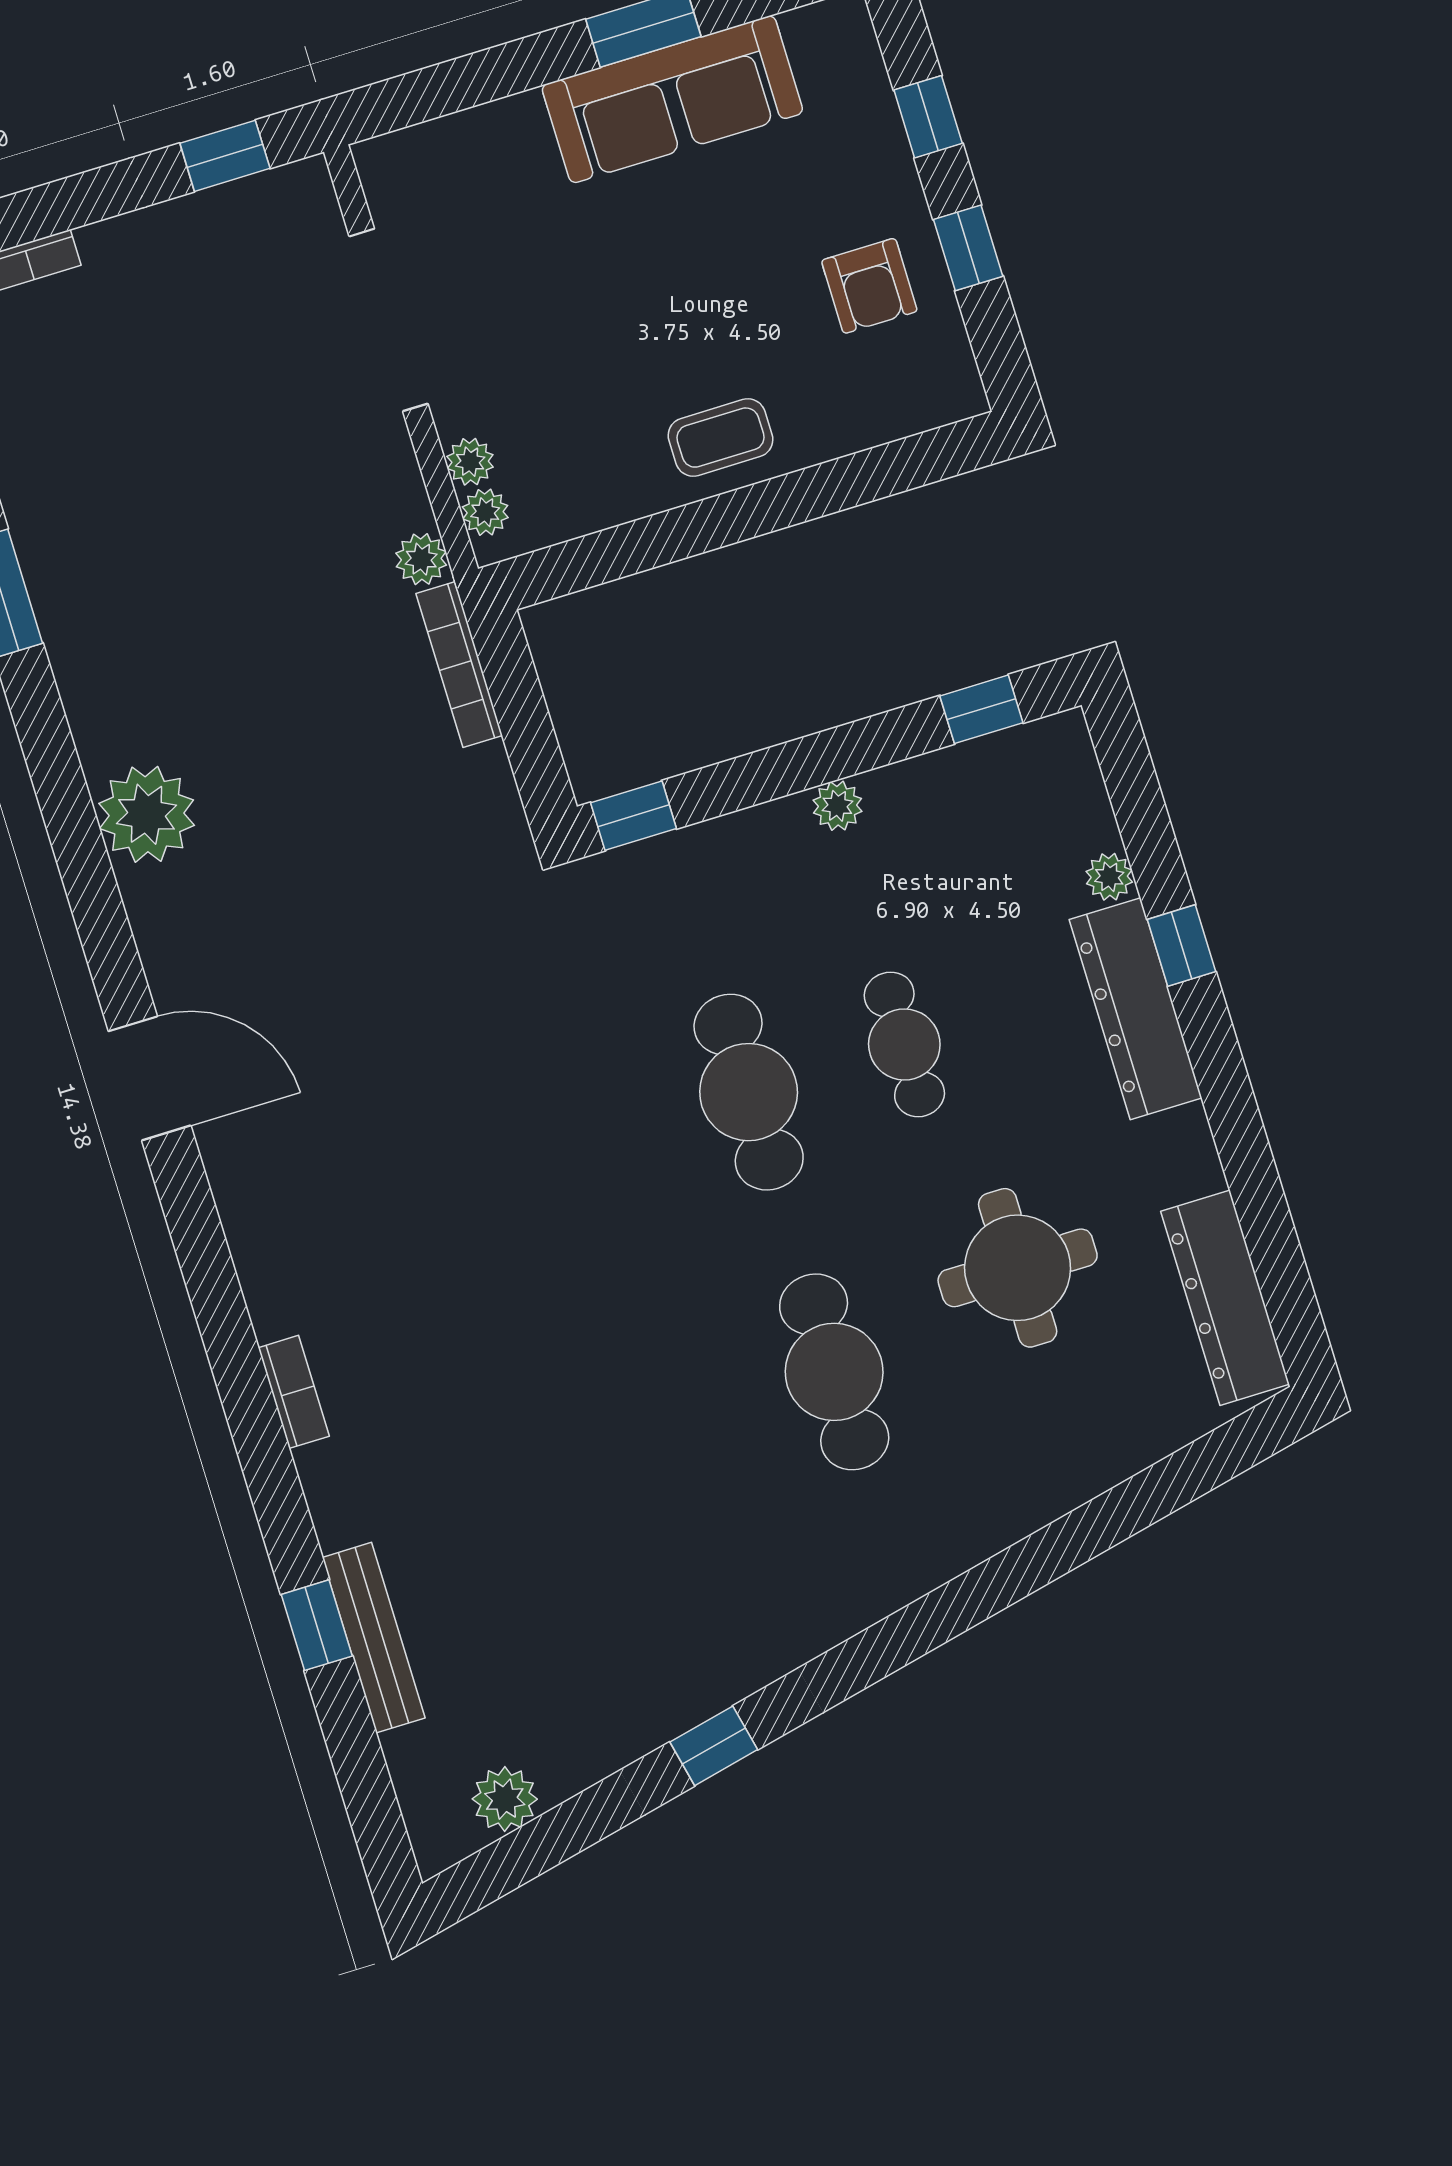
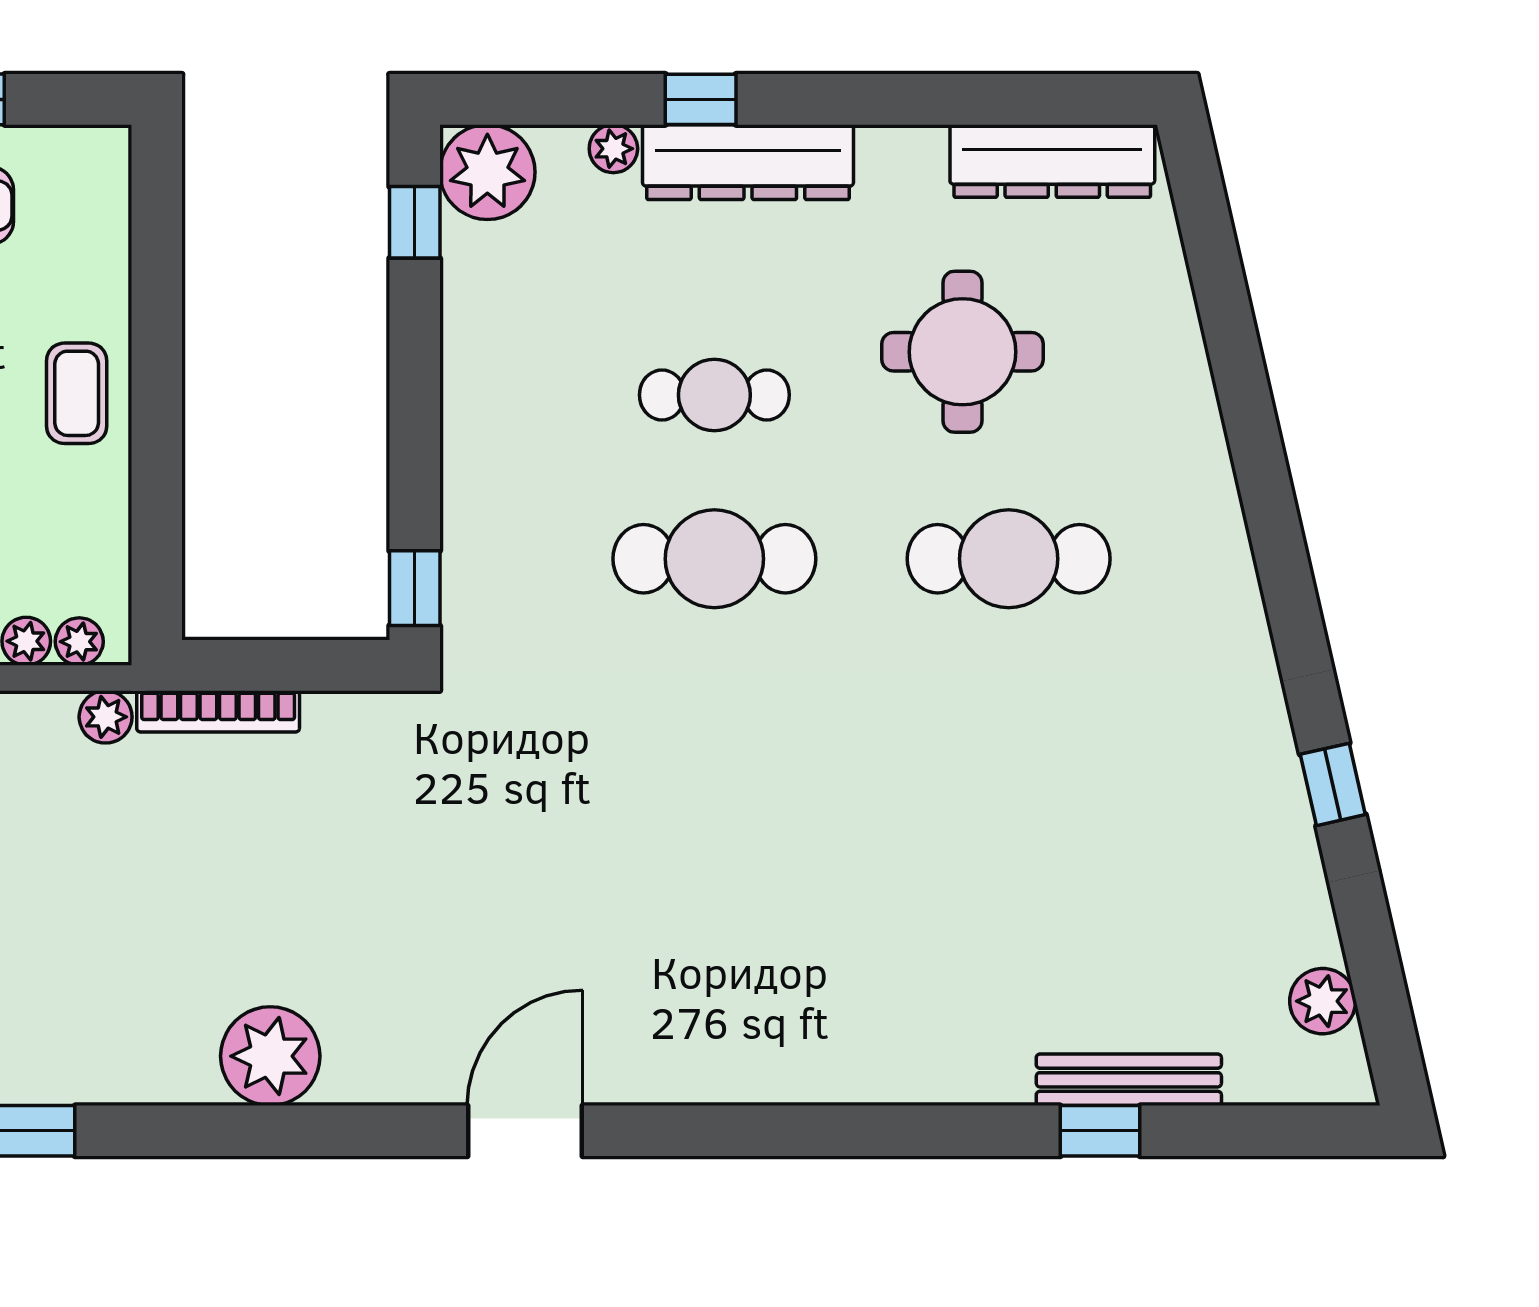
plant: (837, 806) -> (487, 172), moved, width x1.87, depth x1.87
bookcase: (294, 1392) -> (869, 1084), removed

